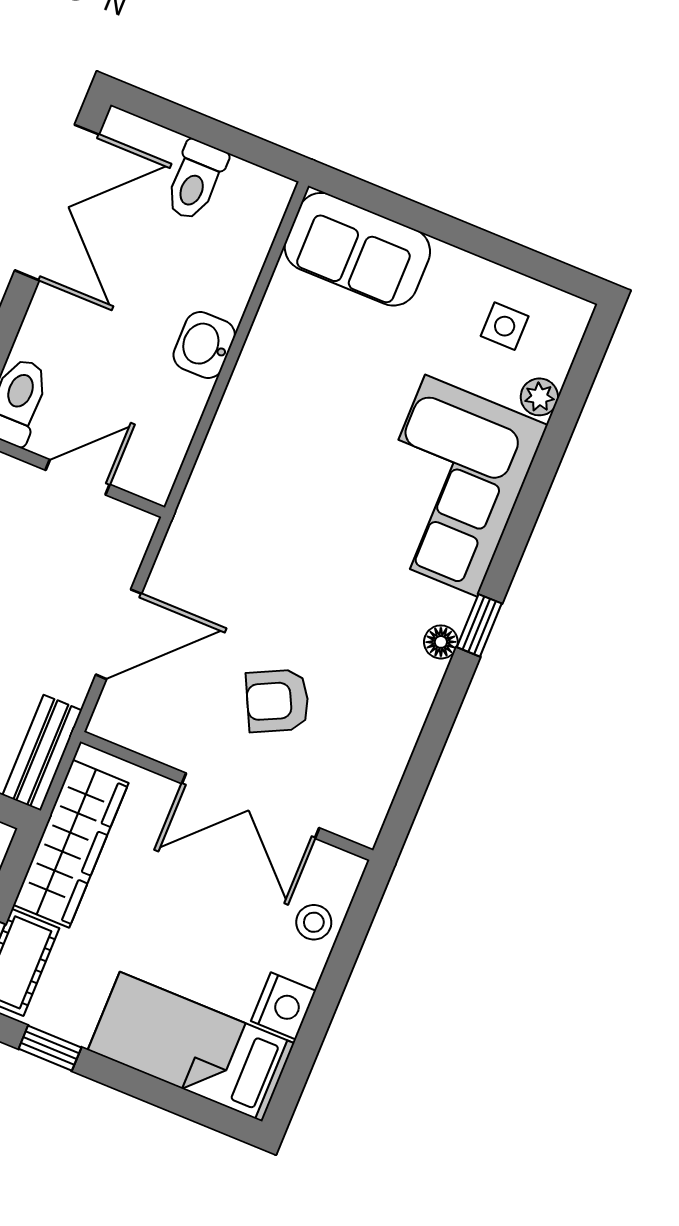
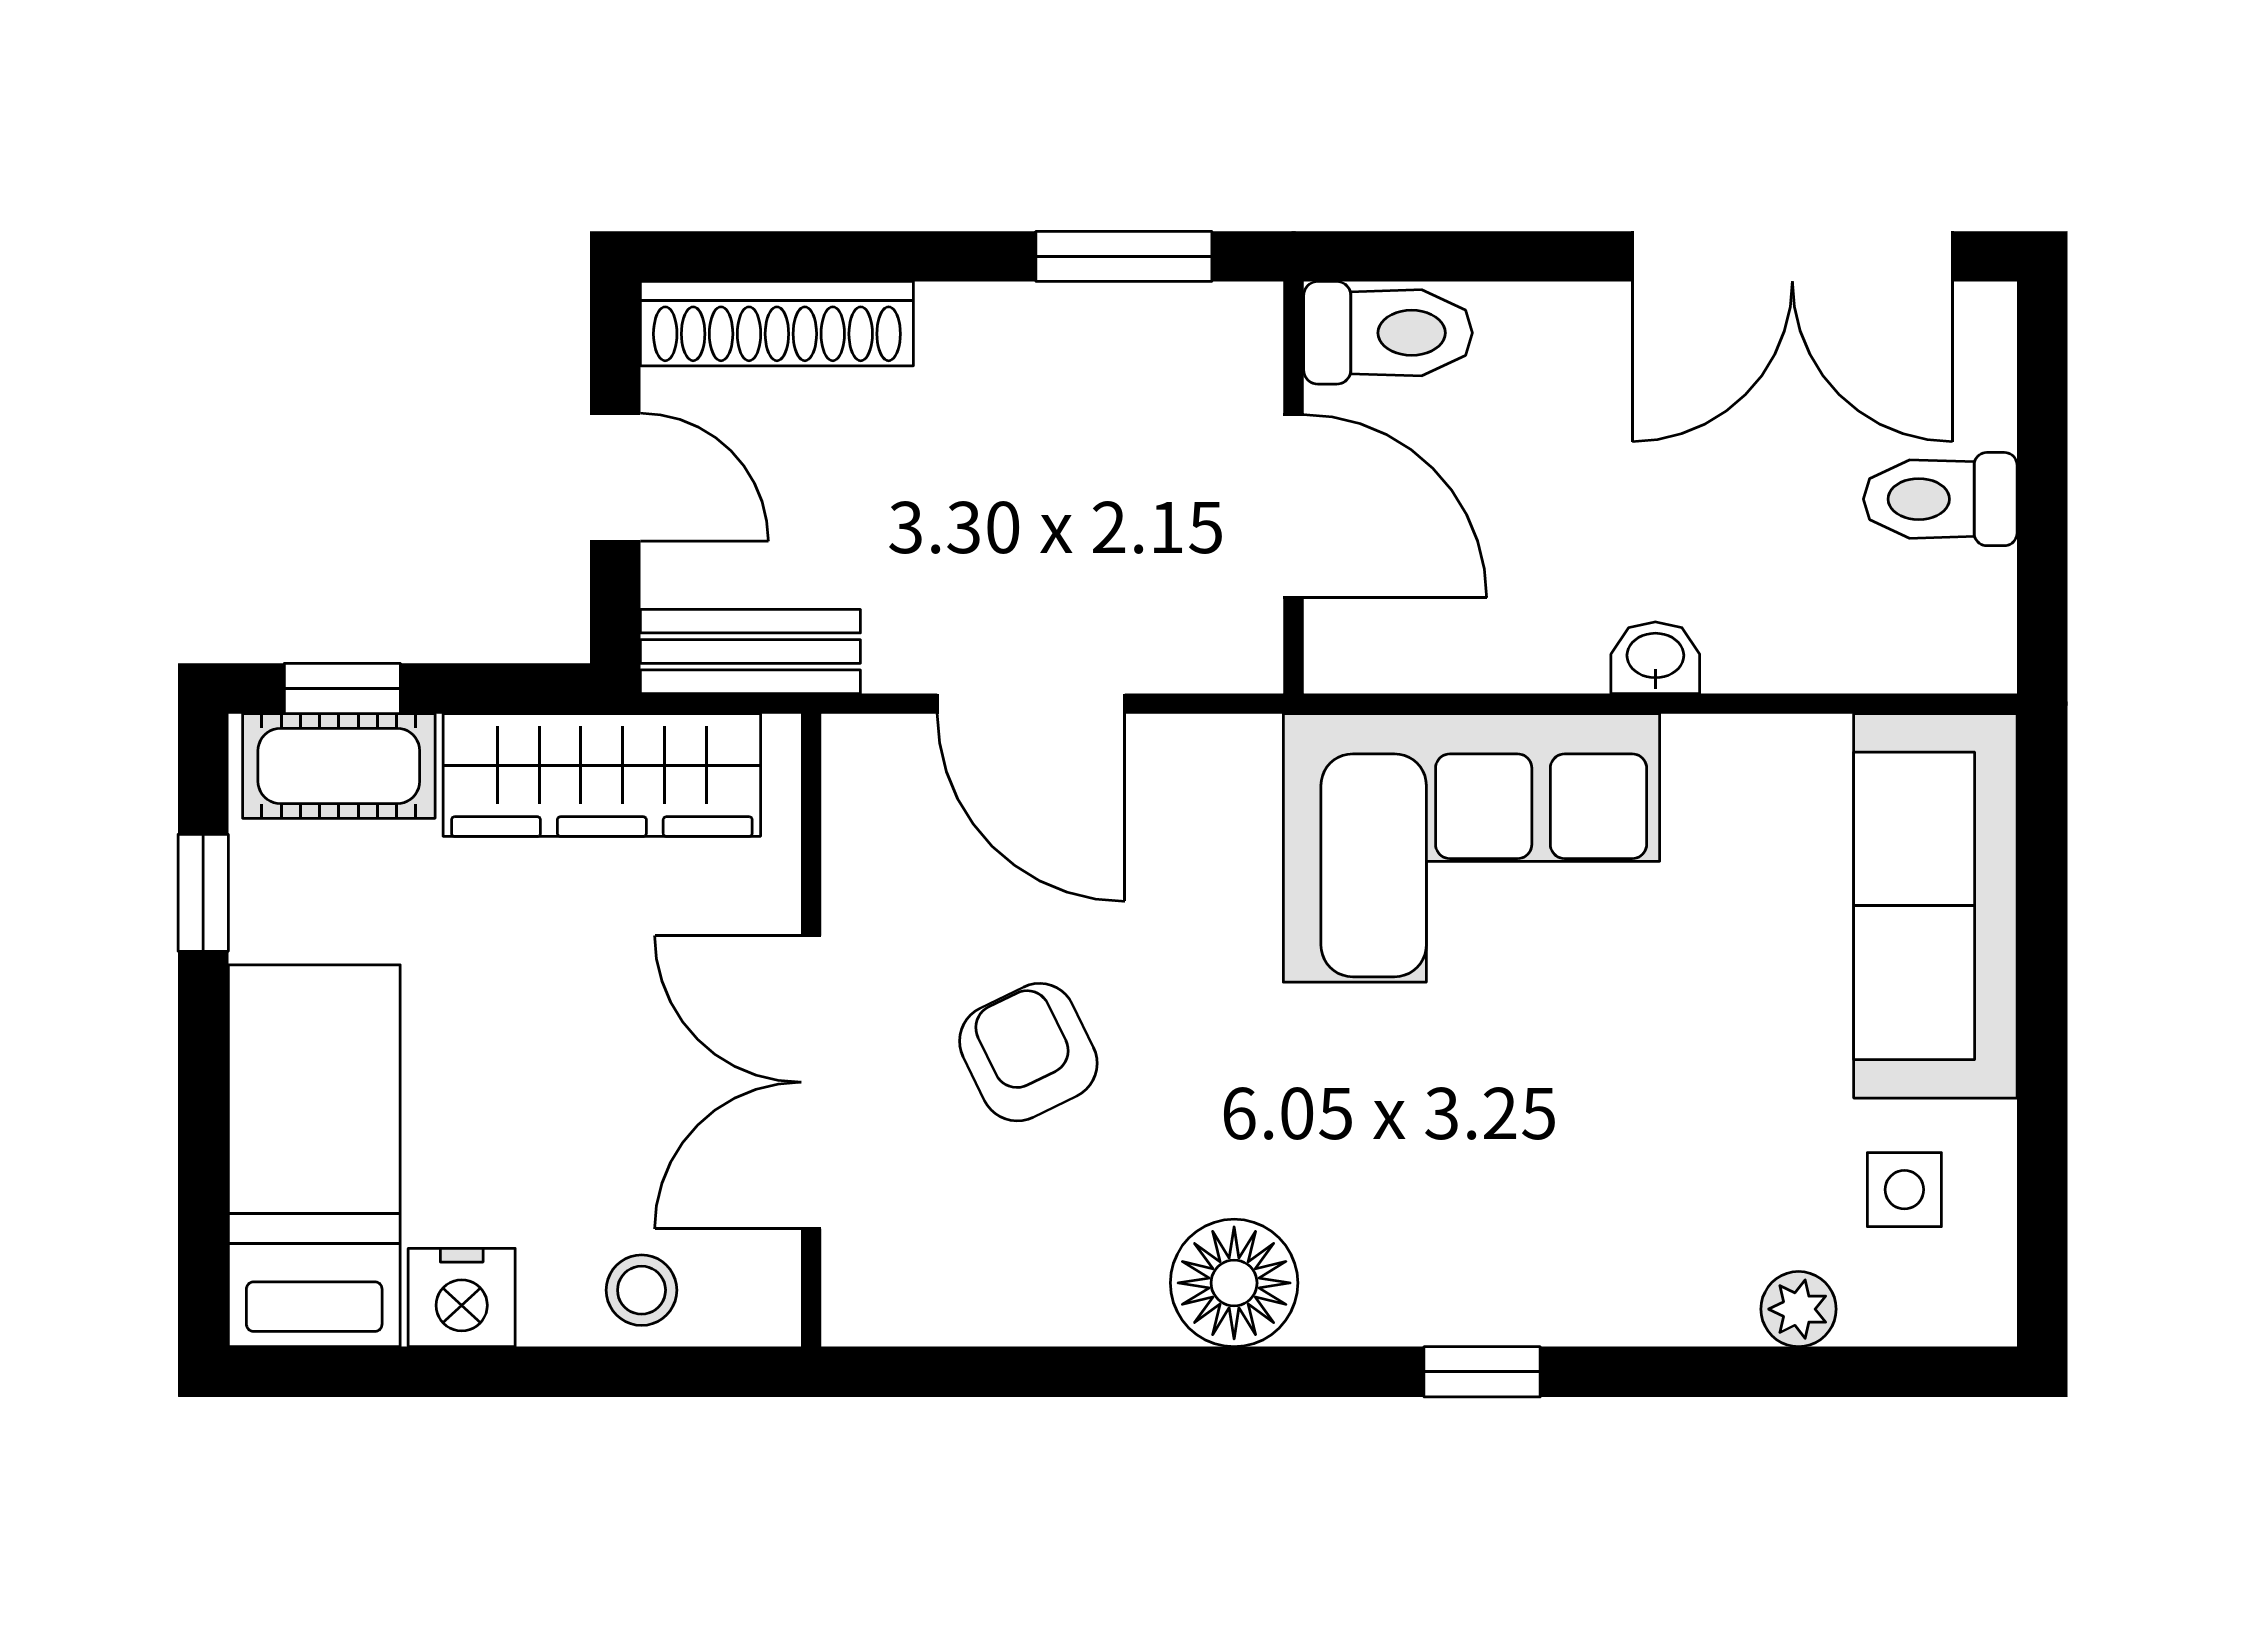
sofa: (357, 249) -> (1935, 906), width x1.36
washbasin: (204, 345) -> (1655, 658), width x0.72, depth x0.69
door: (78, 477) -> (1294, 506), width x1.38
corner sofa: (451, 486) -> (1471, 848), moved, turned 180
window: (479, 625) -> (1482, 1372), moved
floor lamp: (441, 642) -> (1234, 1283), width x1.89, depth x1.89

